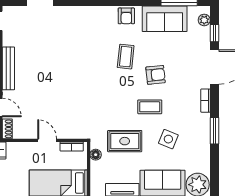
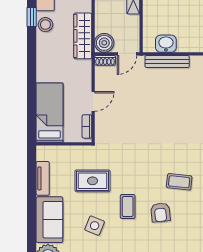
rug: (125, 141) -> (92, 181), turned 90
floor lamp: (96, 155) -> (79, 151), removed

